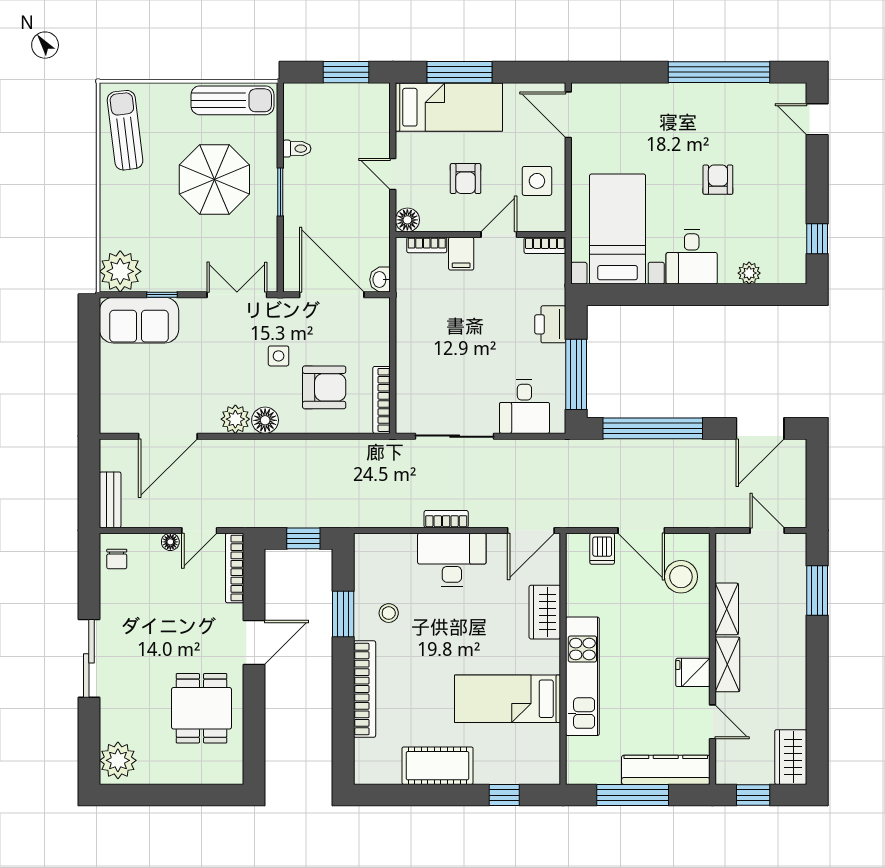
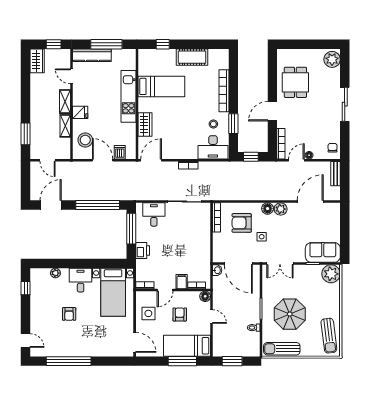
desk: (452, 560) -> (213, 147), moved
fridge: (693, 672) -> (80, 112), moved

